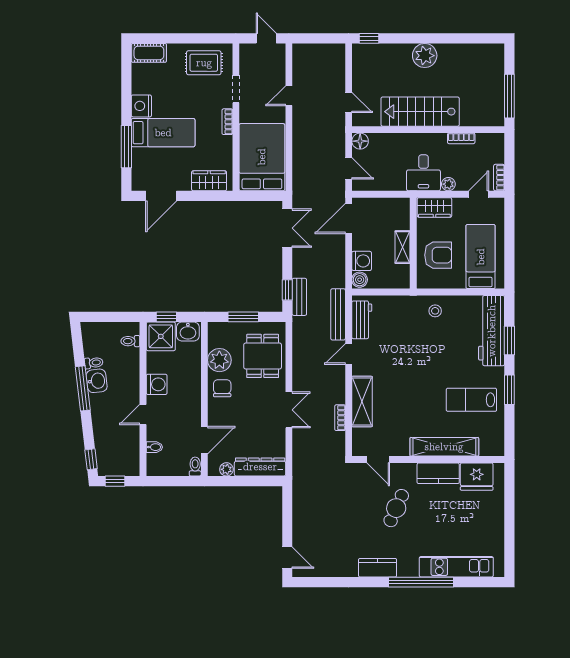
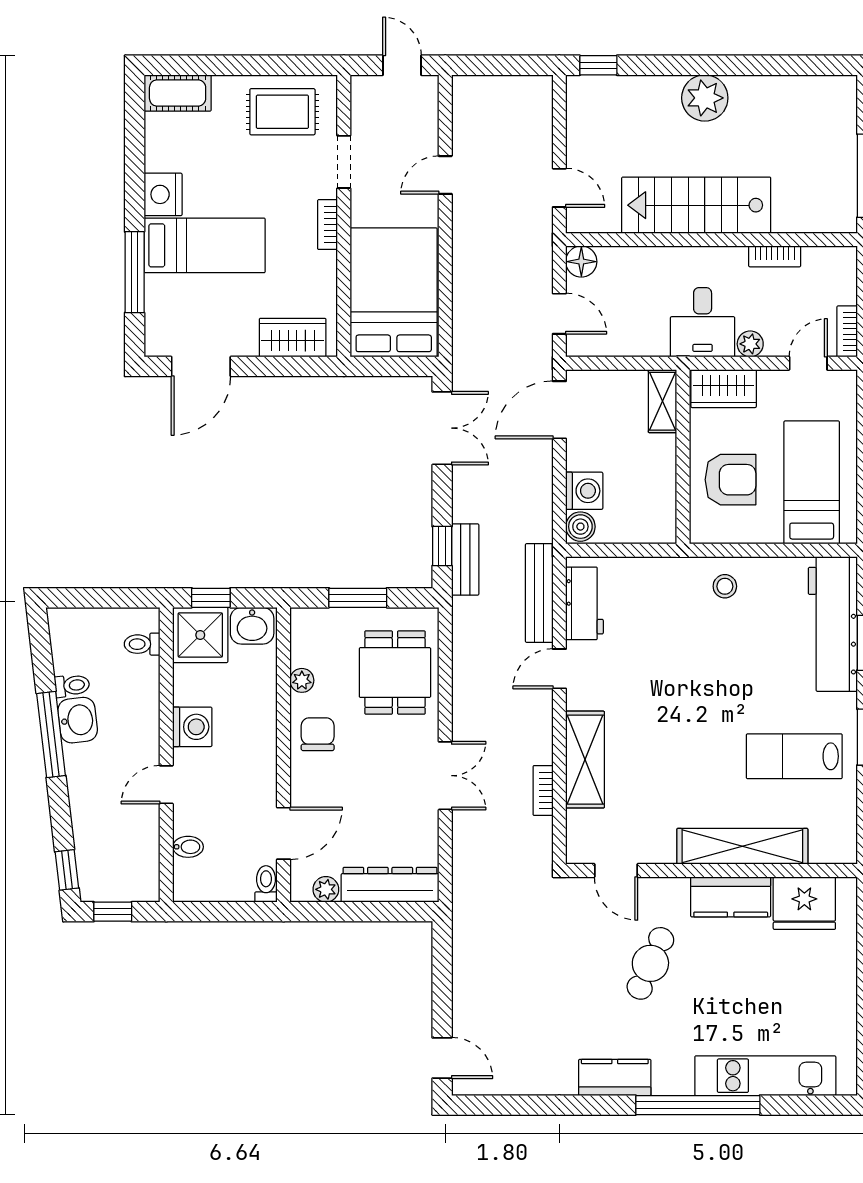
shelving: (403, 247) -> (663, 401), moved
plant: (219, 360) -> (302, 680), width x0.53, depth x0.53

